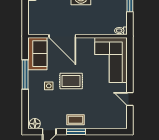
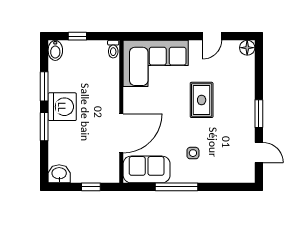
window: (25, 15) -> (91, 187), added
rug: (71, 81) -> (202, 100), moved
coffee table: (76, 120) -> (242, 114), removed
floor lamp: (35, 124) -> (247, 48), moved

